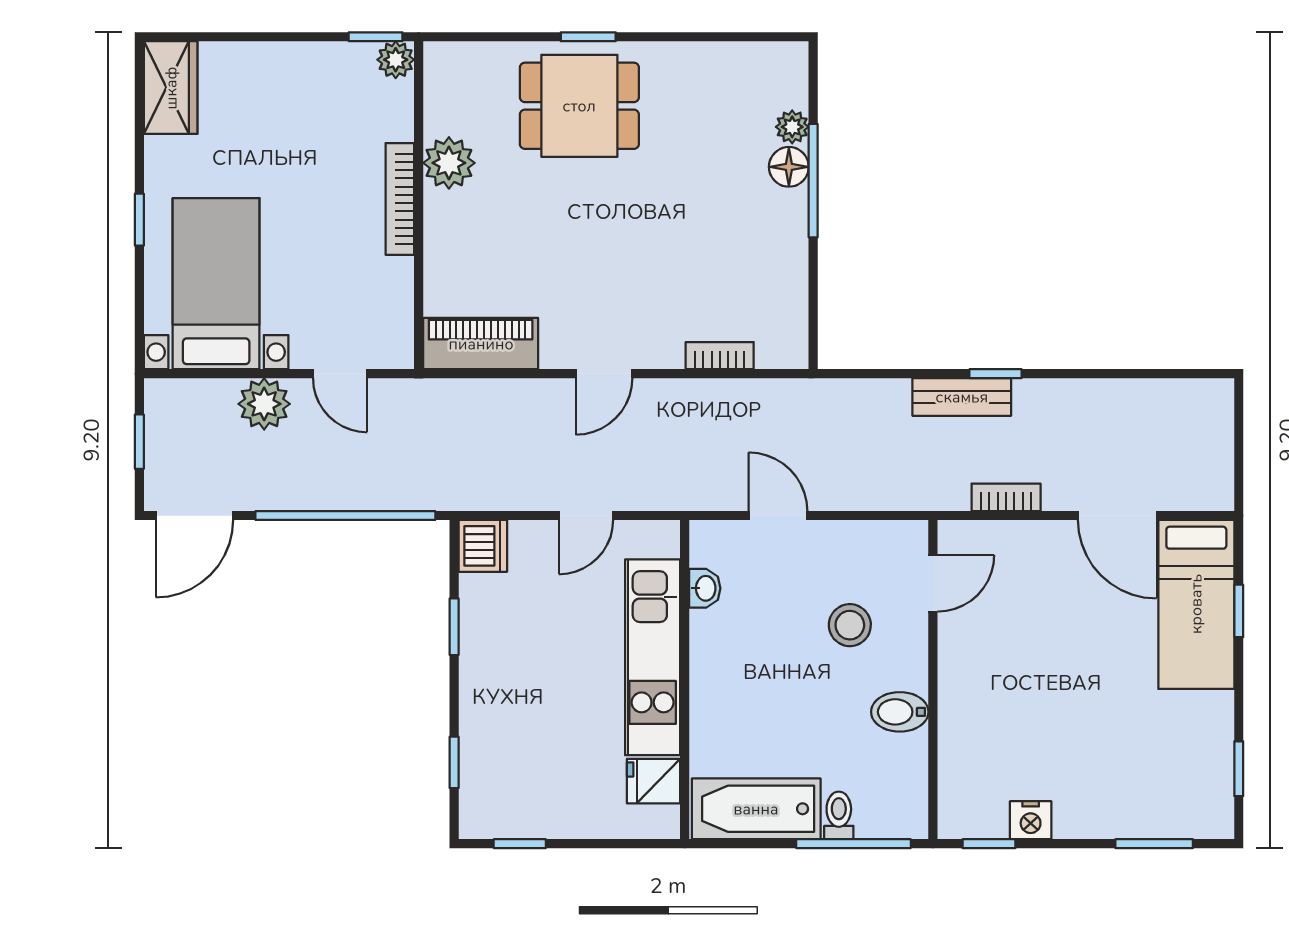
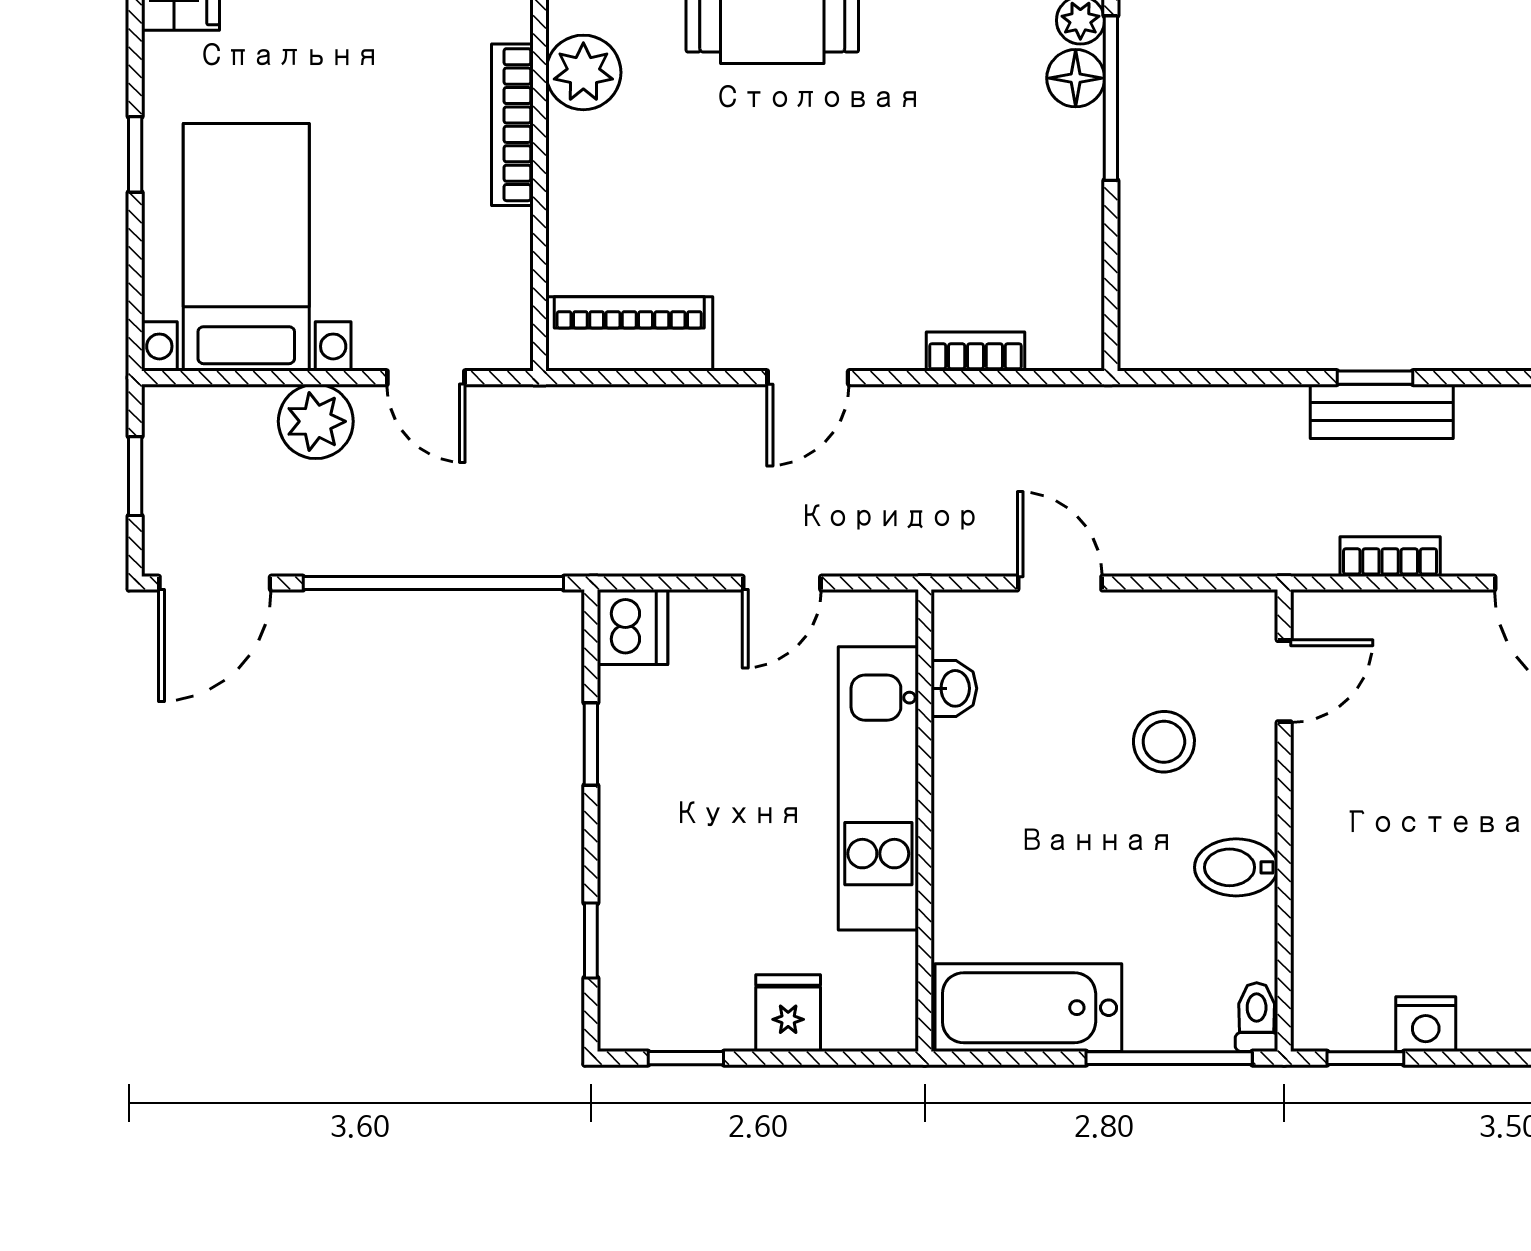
bench: (962, 397) -> (1382, 411), moved
fridge: (654, 781) -> (788, 1013), moved, turned 90
toilet: (839, 815) -> (1257, 1017), moved

